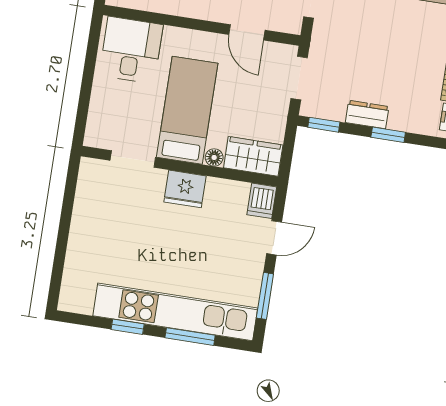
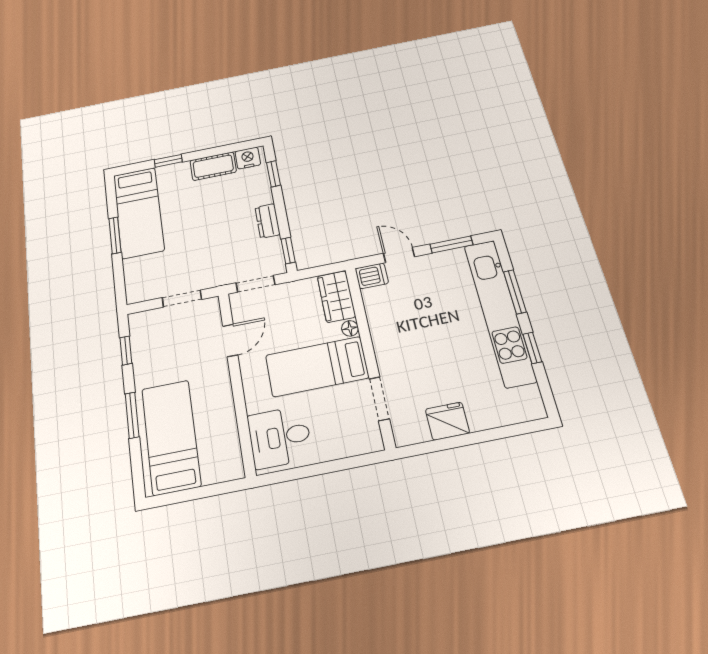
window: (388, 135) -> (273, 174), moved
fridge: (185, 189) -> (447, 421), moved, turned -90

